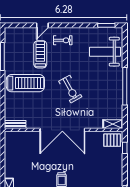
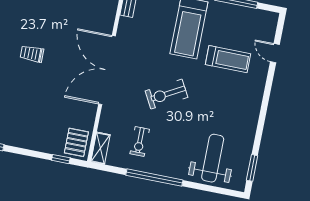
door: (42, 25) -> (275, 53), moved
exercise bike: (63, 40) -> (140, 142), moved

